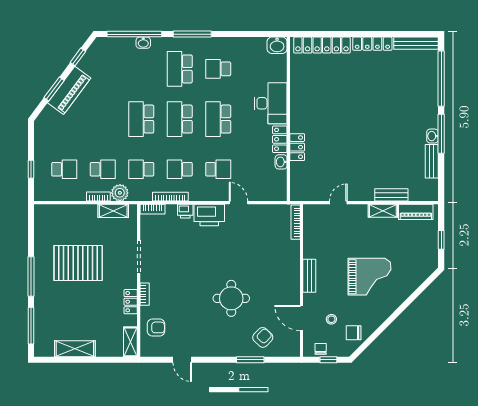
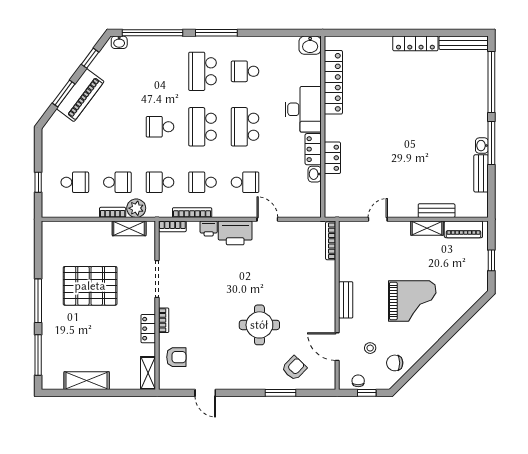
washbasin: (143, 43) -> (119, 42), moved
locker: (322, 45) -> (333, 82), moved, turned -90
school desk: (141, 119) -> (160, 127), width x0.54

